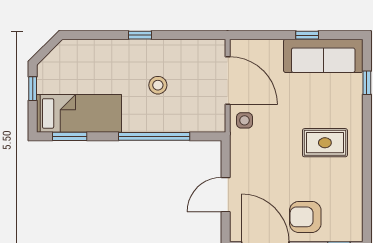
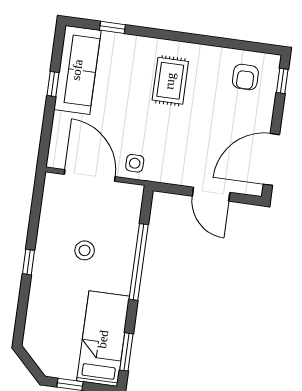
door: (228, 80) -> (90, 175), hinge flipped
armchair: (305, 217) -> (245, 77), moved, width x0.72, depth x0.72

